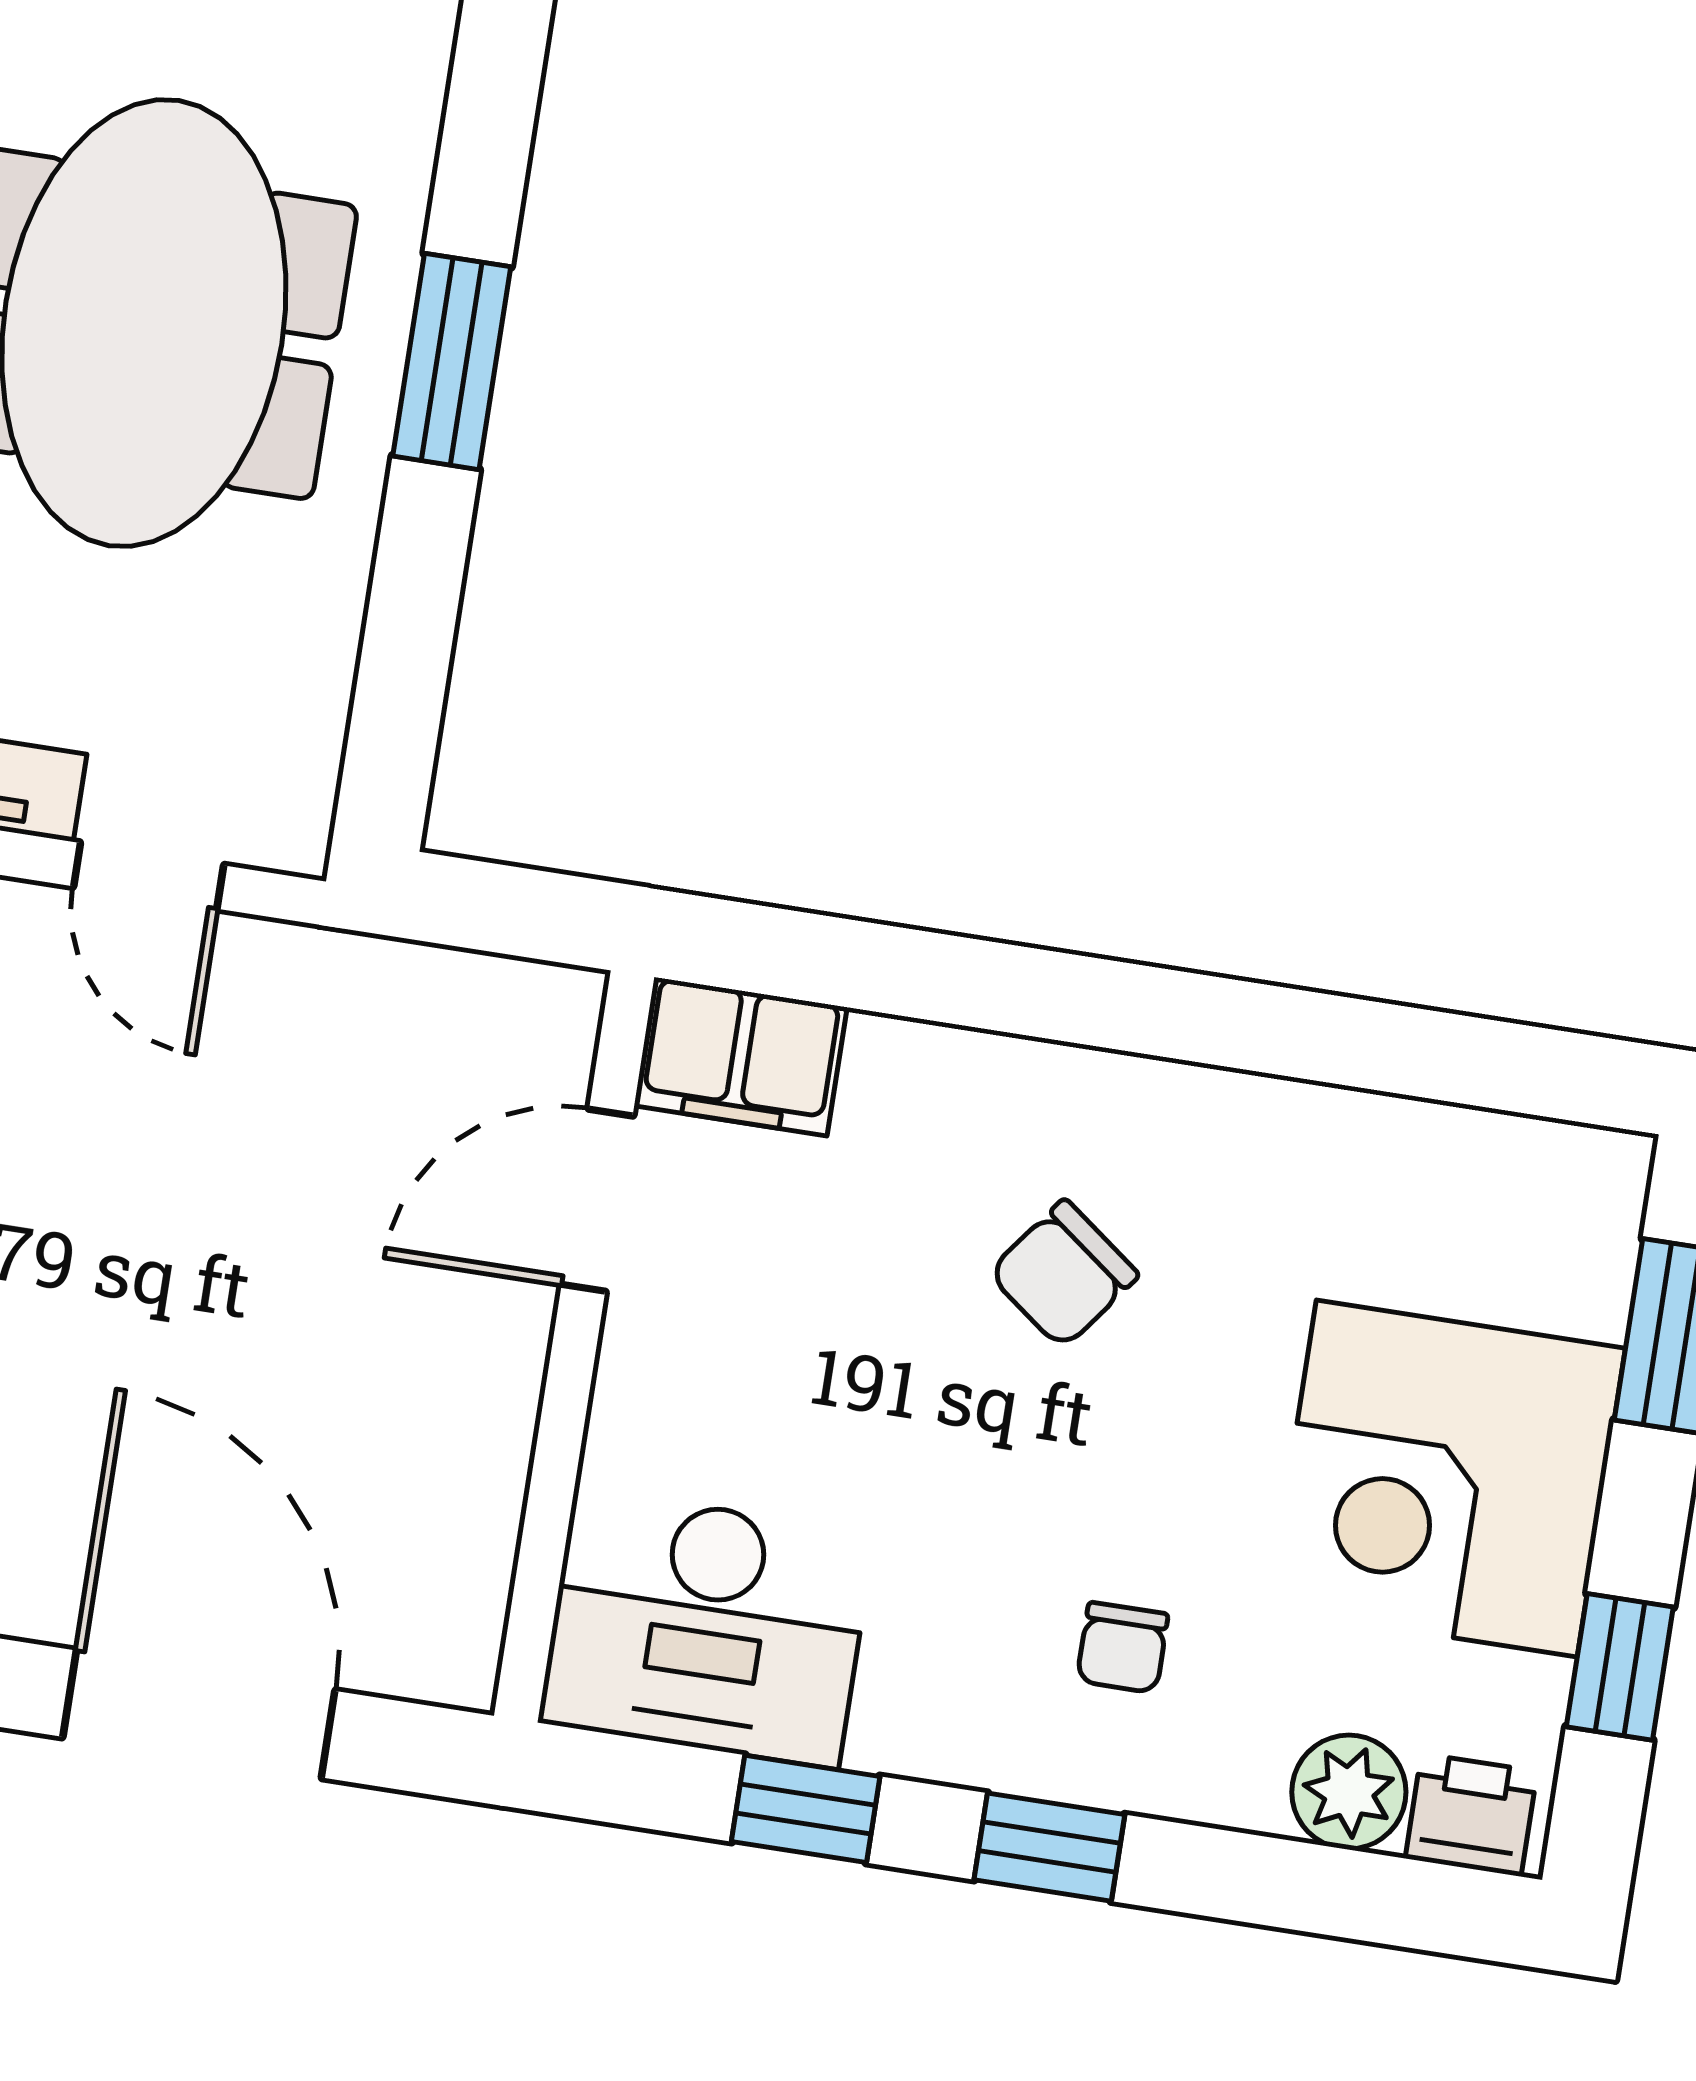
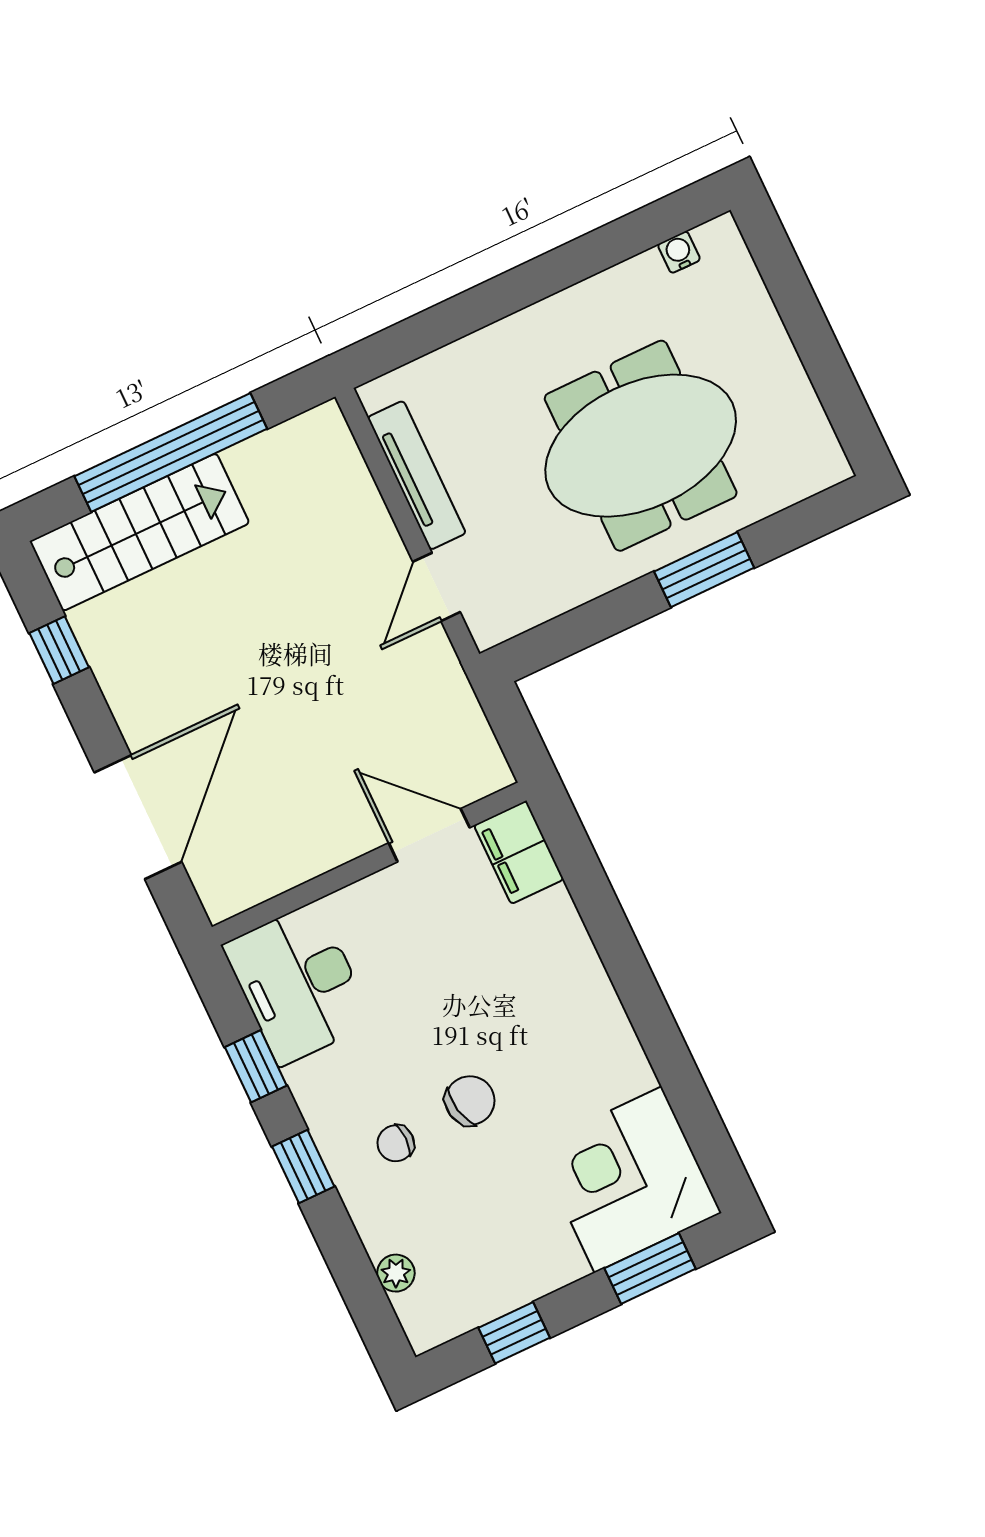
chair: (1063, 1274) -> (470, 1101), moved, turned 131
corner desk: (1447, 1478) -> (628, 1180), moved
plant: (1349, 1792) -> (396, 1273), width x0.73, depth x0.73
printer: (1471, 1815) -> (422, 1315), removed

